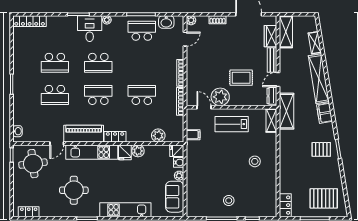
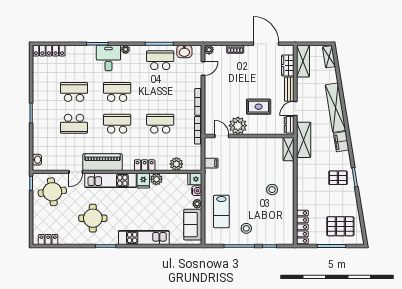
shelving: (315, 43) -> (329, 57), moved
school desk: (55, 63) -> (74, 92), turned 180
school desk: (98, 63) -> (117, 92), turned 180
lab bench: (232, 124) -> (221, 211), moved, turned -90
locker: (115, 137) -> (145, 165), moved
locker: (285, 205) -> (302, 227), width x1.53

